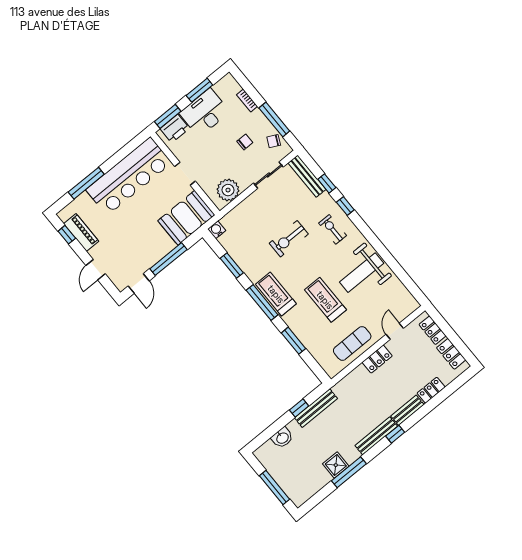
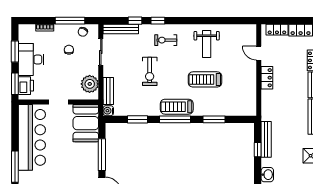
bench: (236, 214) -> (108, 91), added
weight bench: (362, 273) -> (207, 44), width x0.73, depth x0.75
exercise mat: (352, 343) -> (245, 85), removed

